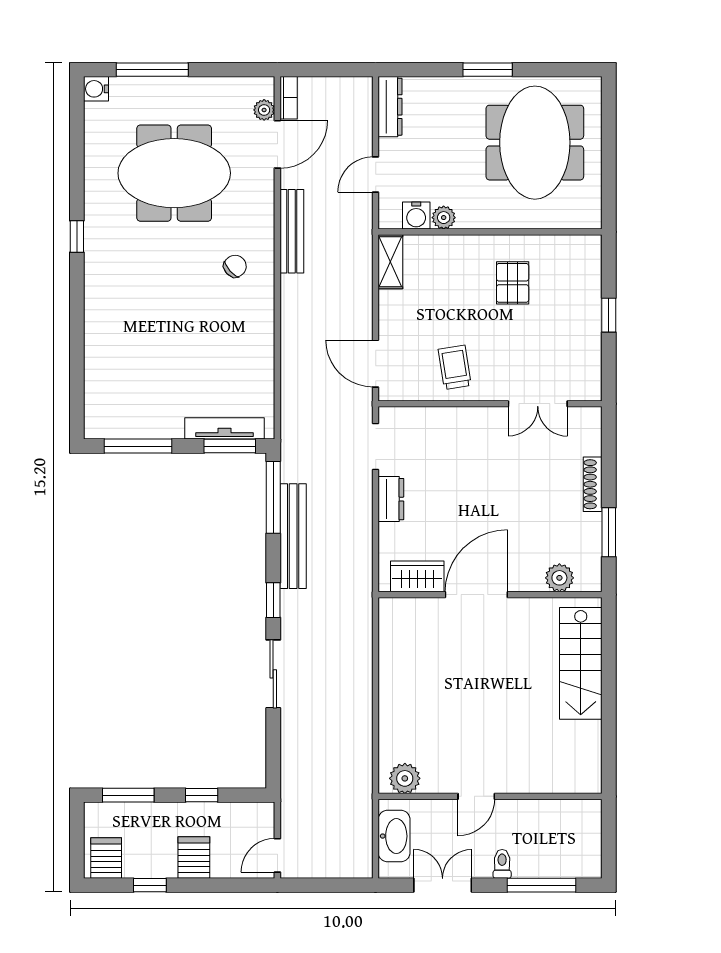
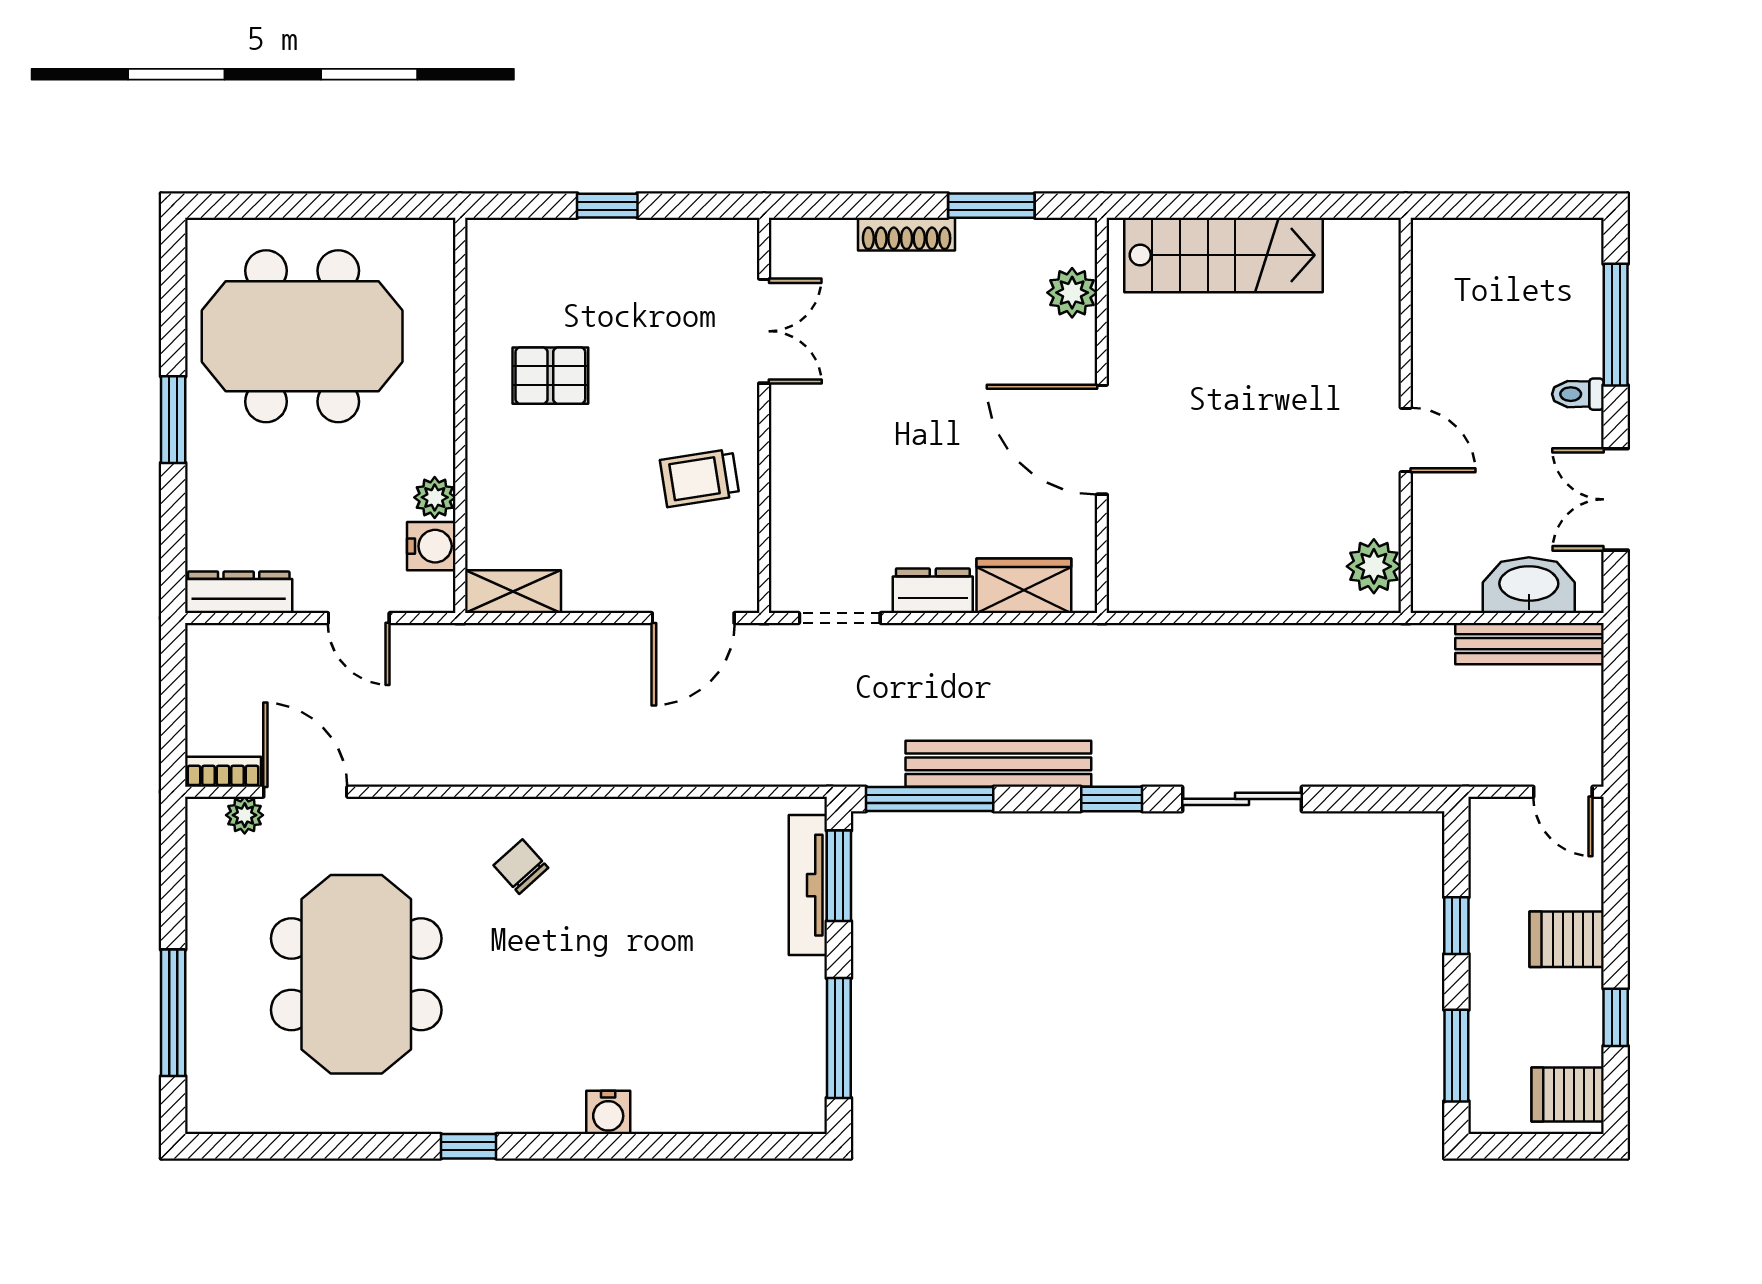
water cooler: (96, 89) -> (608, 1112), moved
bench: (292, 231) -> (1529, 644), moved
wardrobe: (417, 576) -> (1024, 586), moved, turned 90
plant: (405, 778) -> (1374, 566), moved
door: (476, 796) -> (1406, 440), moved
wall: (490, 796) -> (1406, 415), moved

